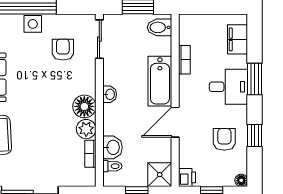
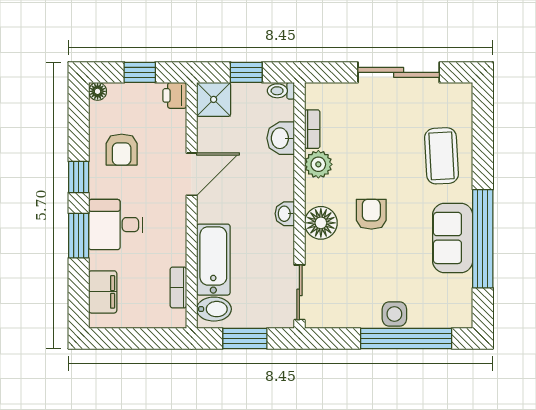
armchair: (63, 50) -> (371, 214), moved, turned 180
bookcase: (184, 60) -> (178, 287), moved
bathtub: (160, 81) -> (213, 260), moved
floor lamp: (84, 106) -> (321, 223), moved
window: (255, 136) -> (79, 177), moved
toilet: (112, 166) -> (281, 91), moved

